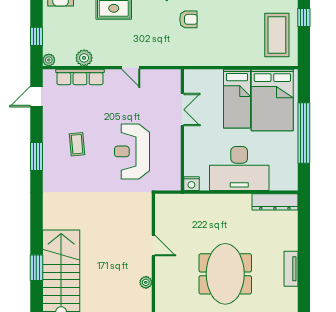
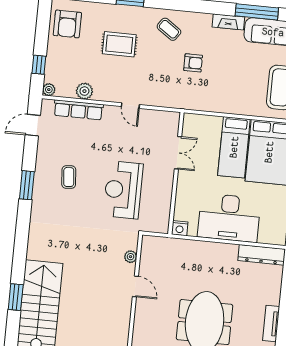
plant: (146, 282) -> (131, 257), moved

